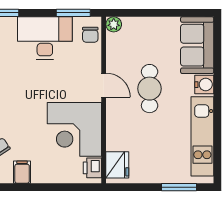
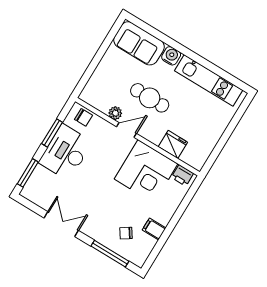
window: (73, 13) -> (52, 133), moved
plant: (114, 24) -> (115, 113), moved
fridge: (117, 165) -> (173, 144), moved
window: (179, 187) -> (235, 120), removed

